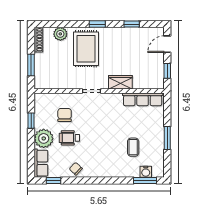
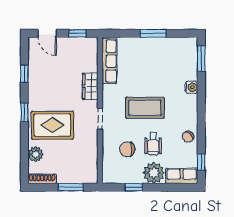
coffee table: (133, 147) -> (145, 108), moved, width x1.86, depth x1.72
water cooler: (146, 172) -> (191, 87), moved

